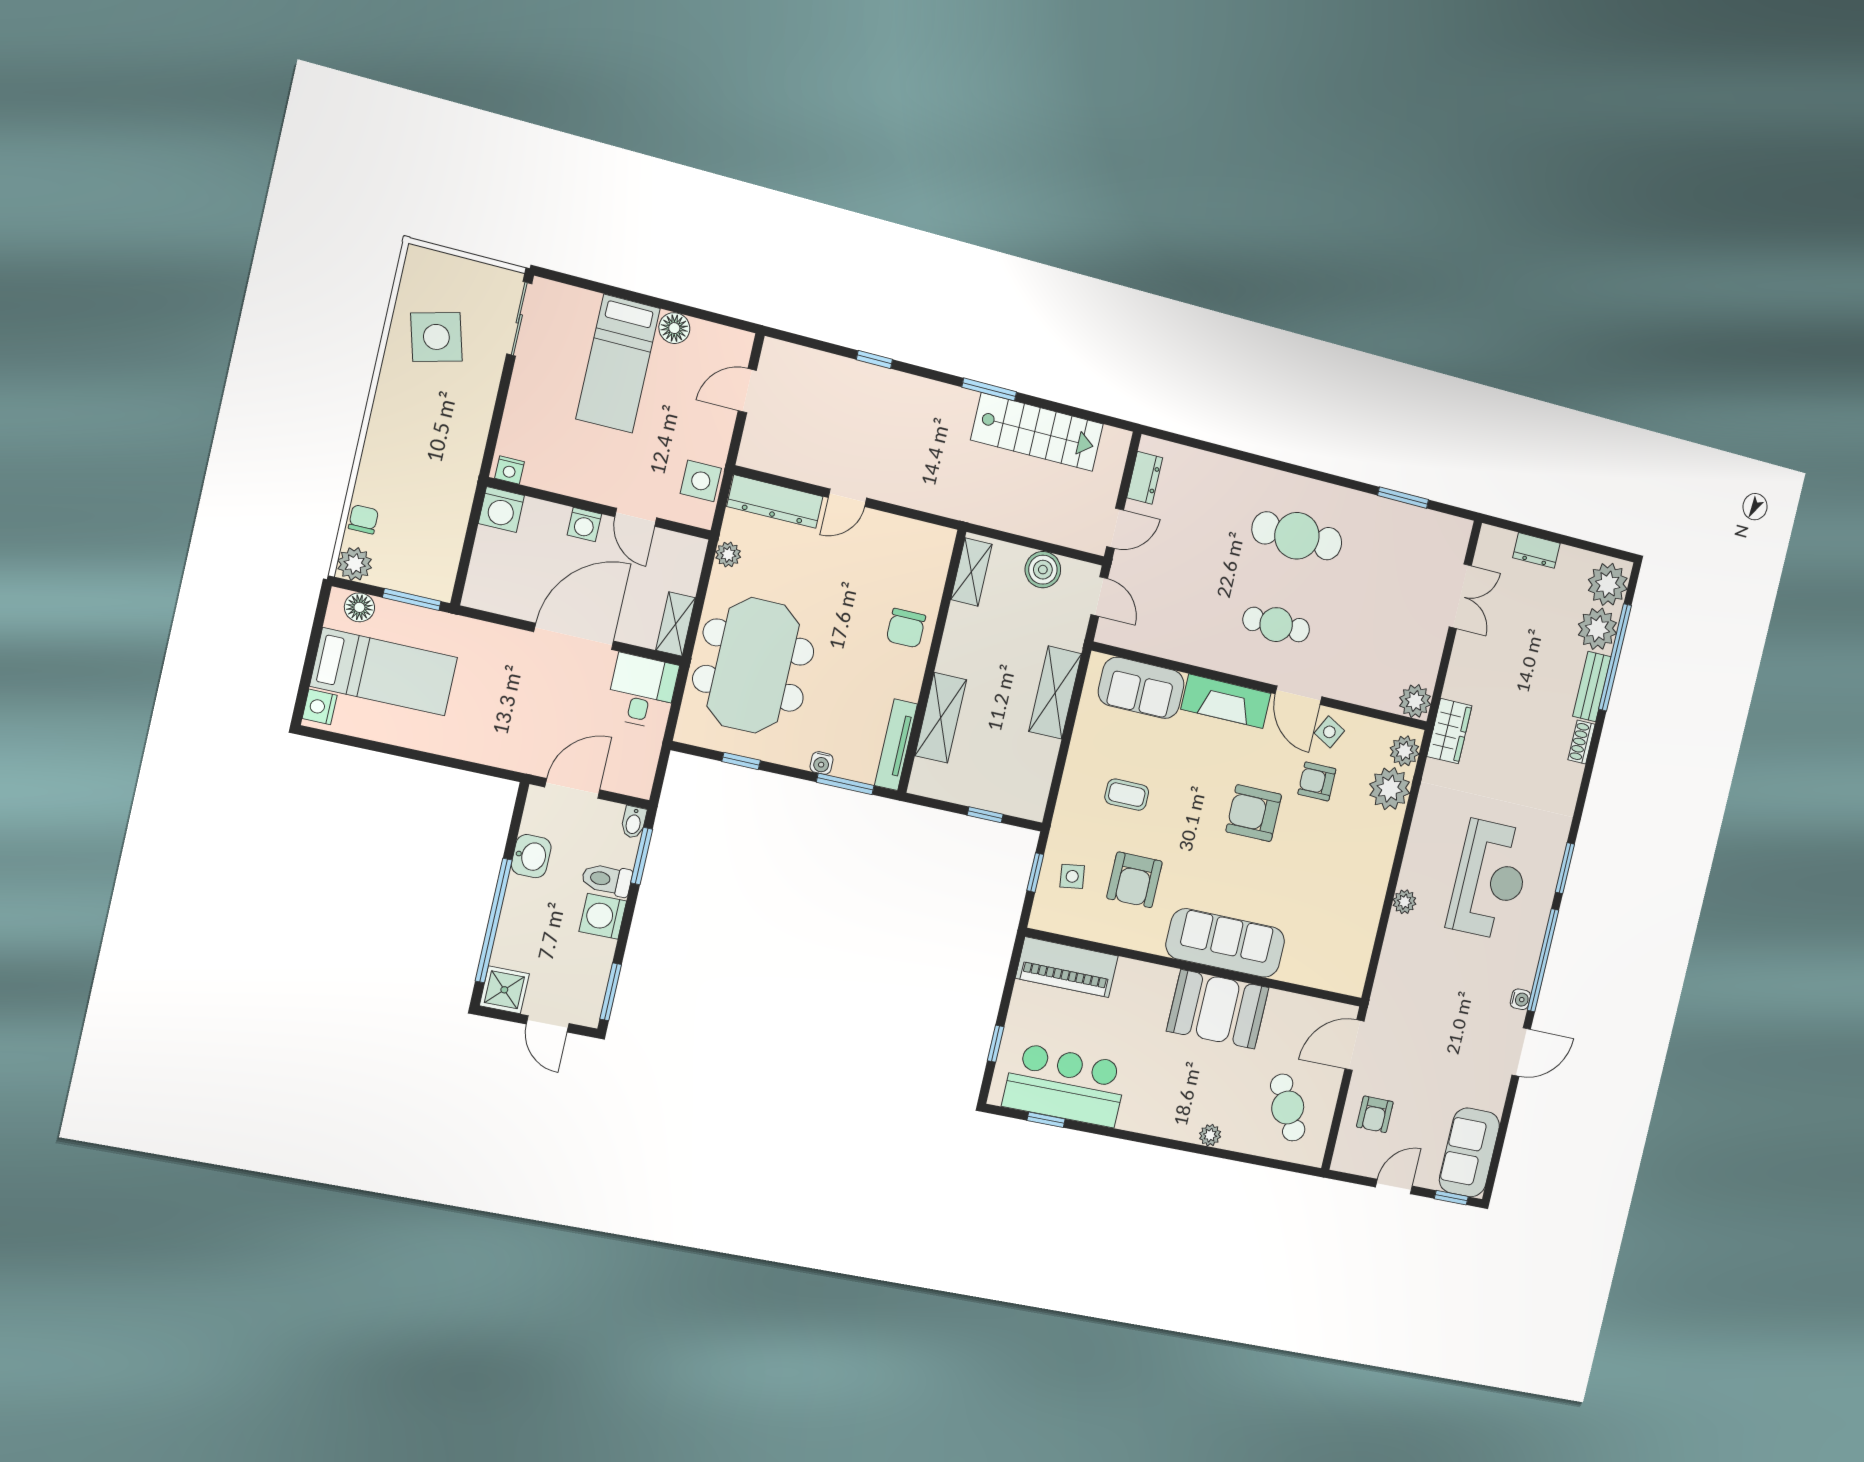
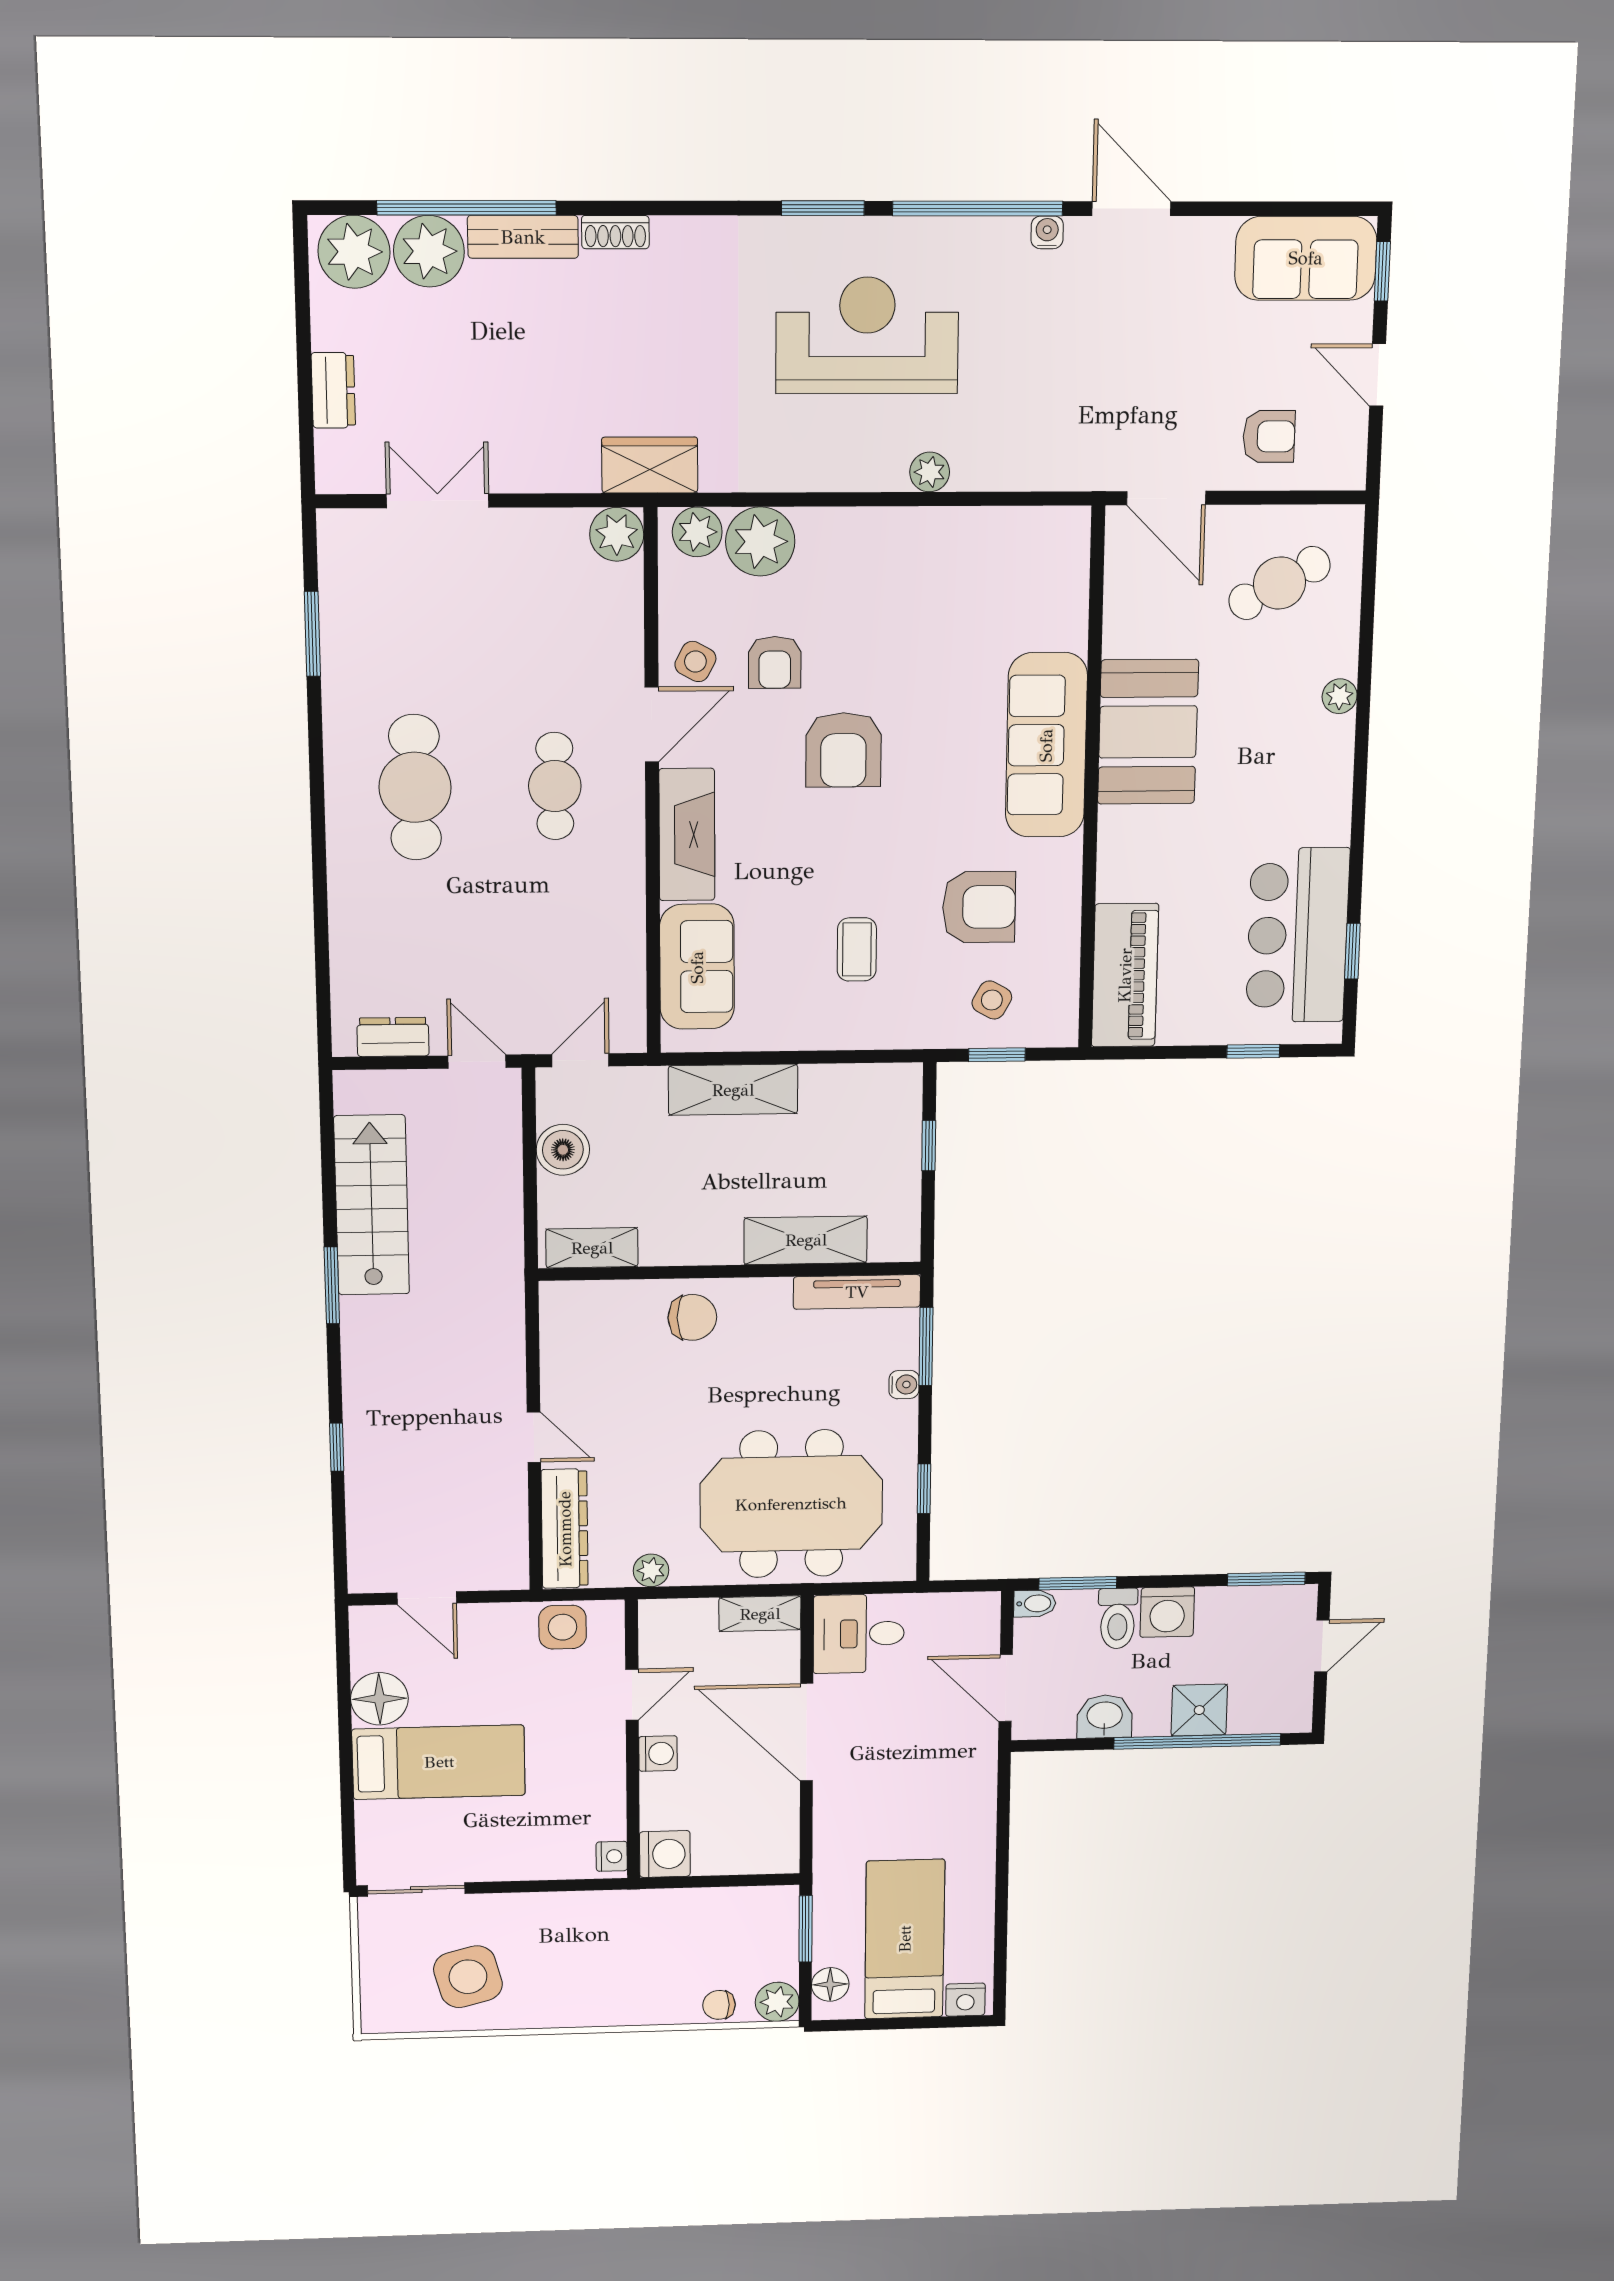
floor lamp: (674, 328) -> (379, 1699), width x1.38, depth x1.38
side table: (1072, 876) -> (992, 1000), turned 37
shower: (504, 990) -> (1199, 1710), moved

